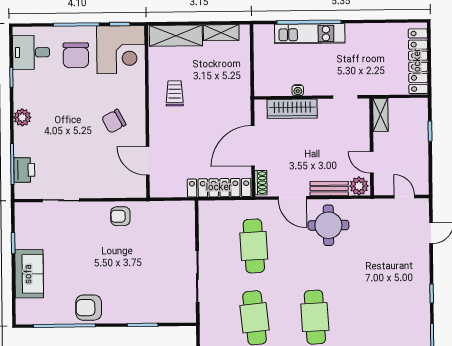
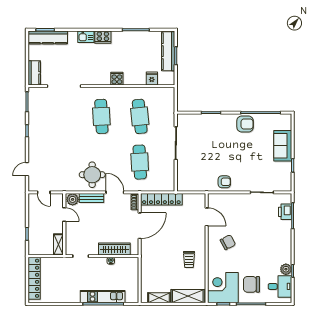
chair: (76, 55) -> (252, 284), turned -90
plant: (22, 117) -> (286, 269), moved

